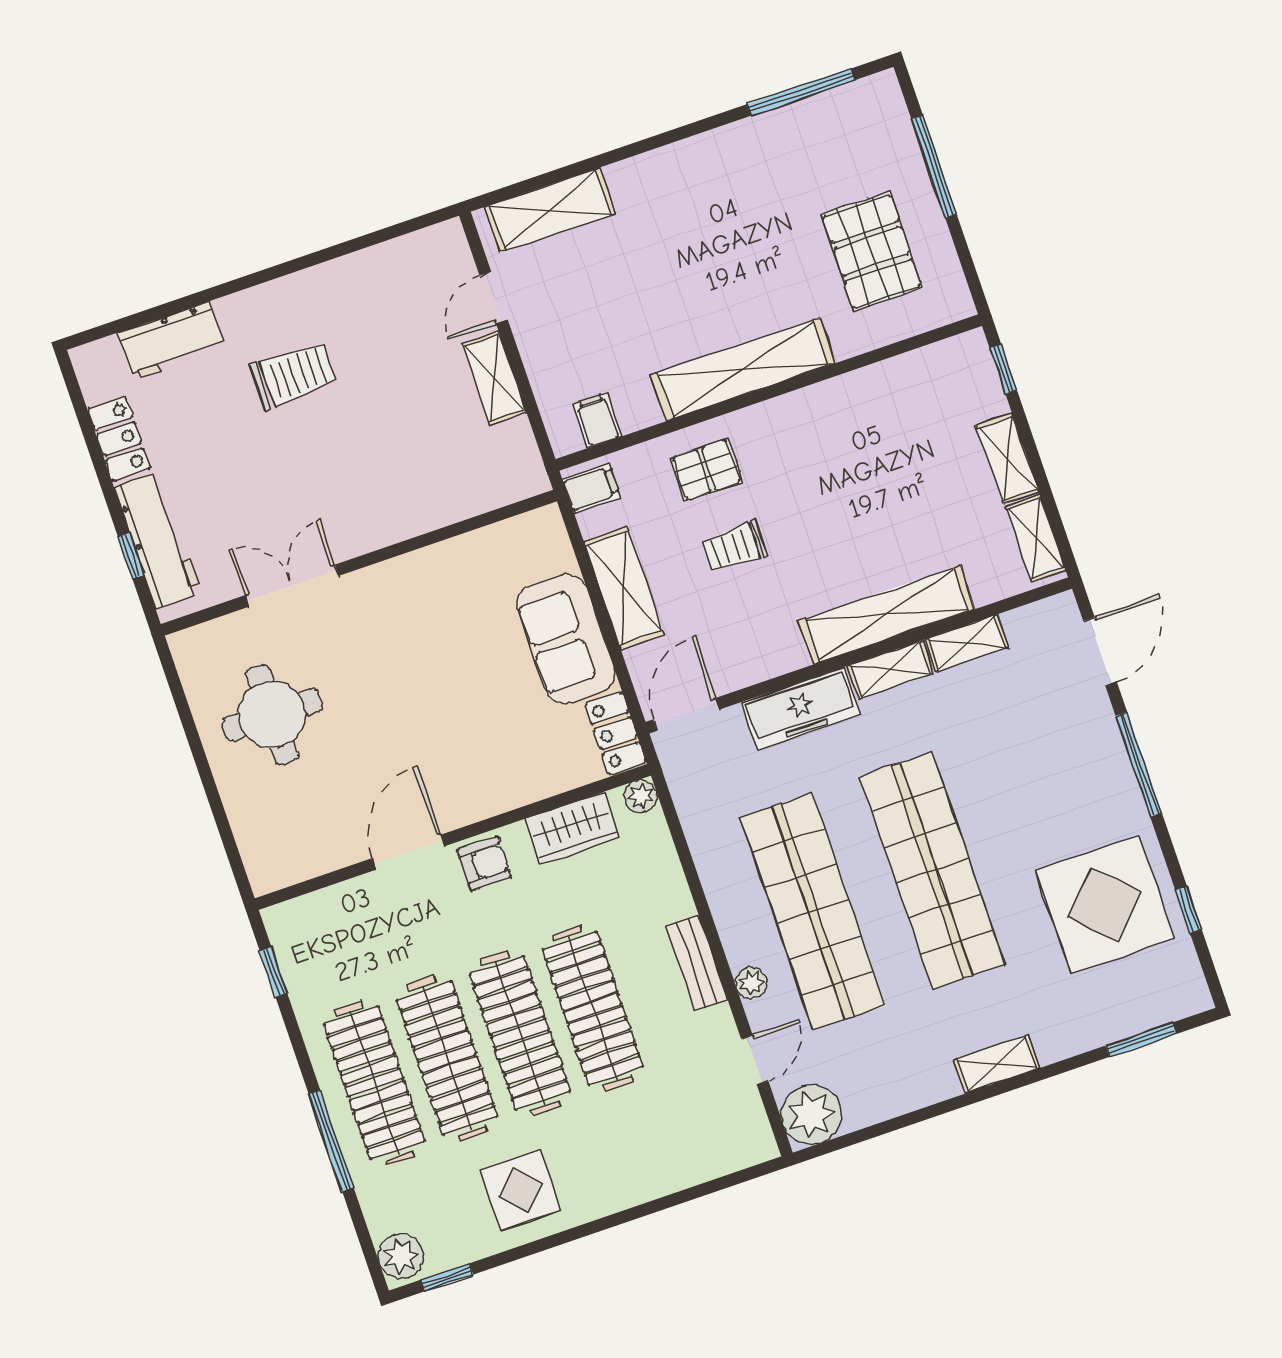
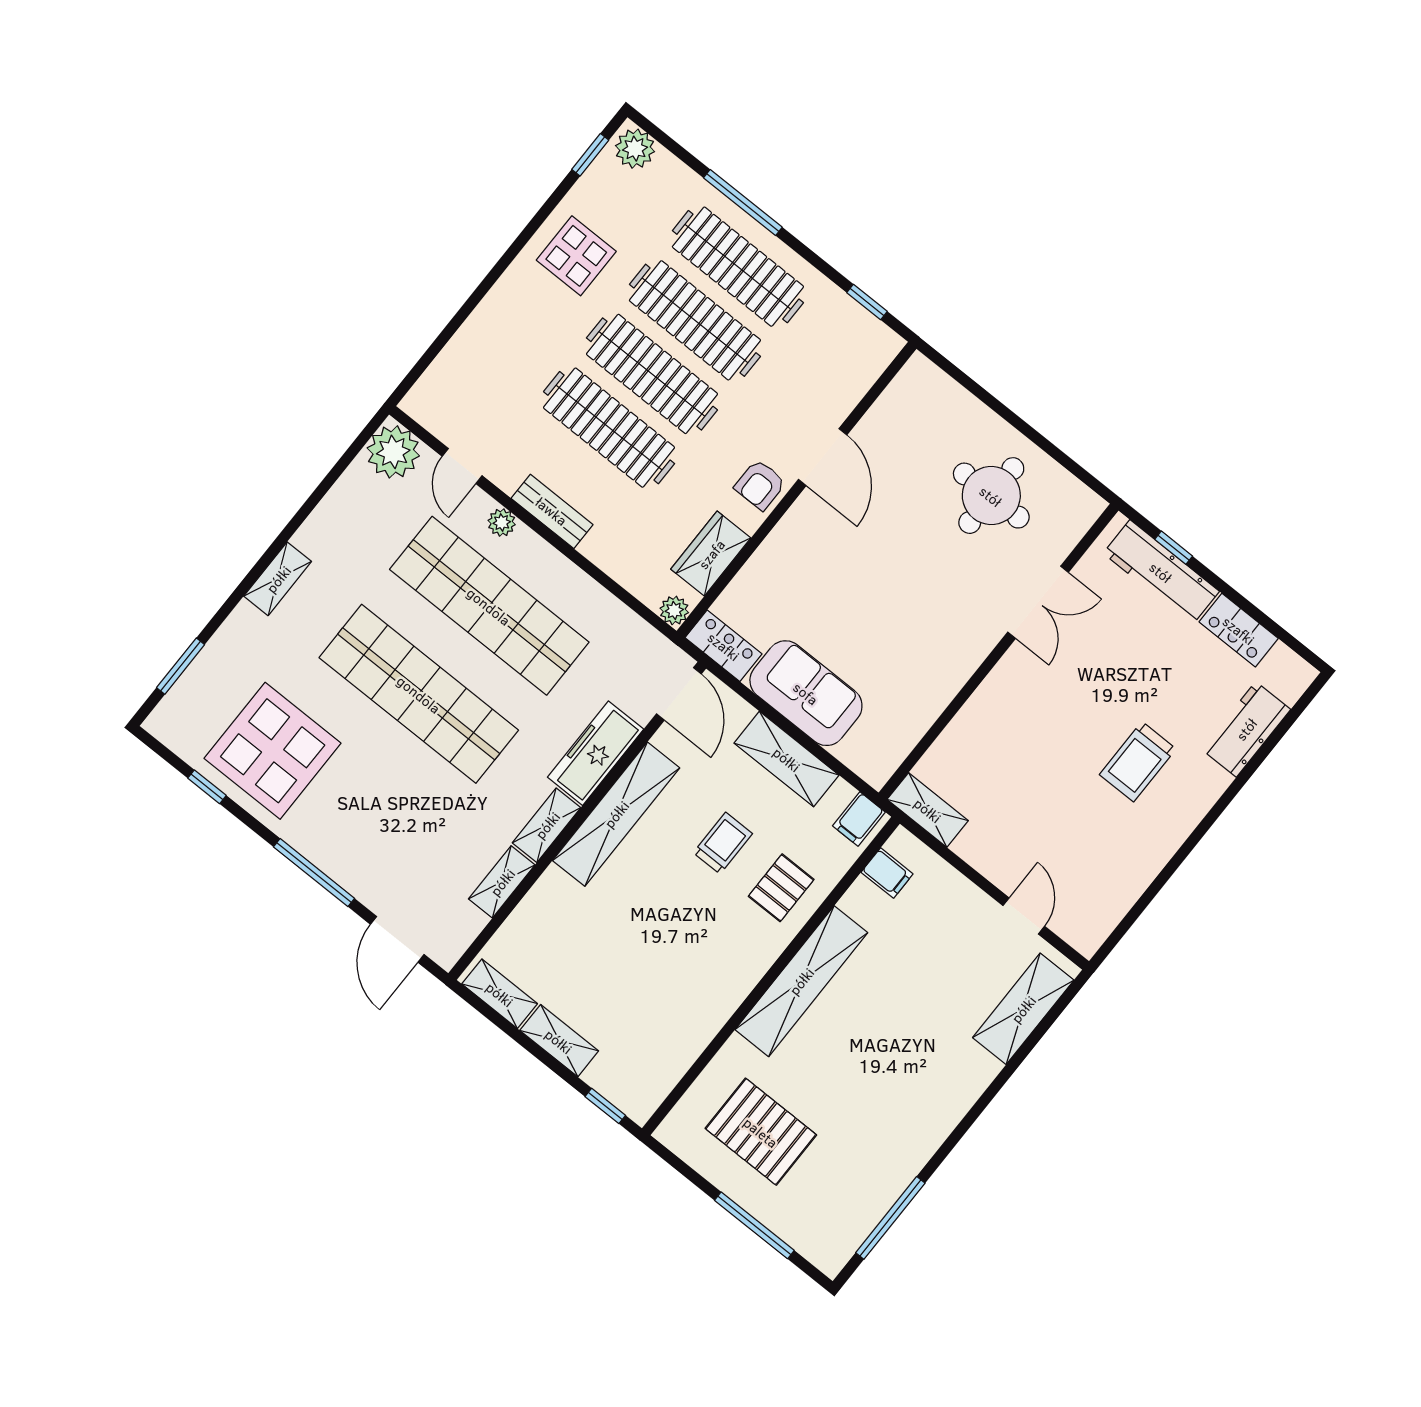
shelving: (494, 378) -> (928, 810), moved
shelving: (887, 615) -> (616, 814), moved

